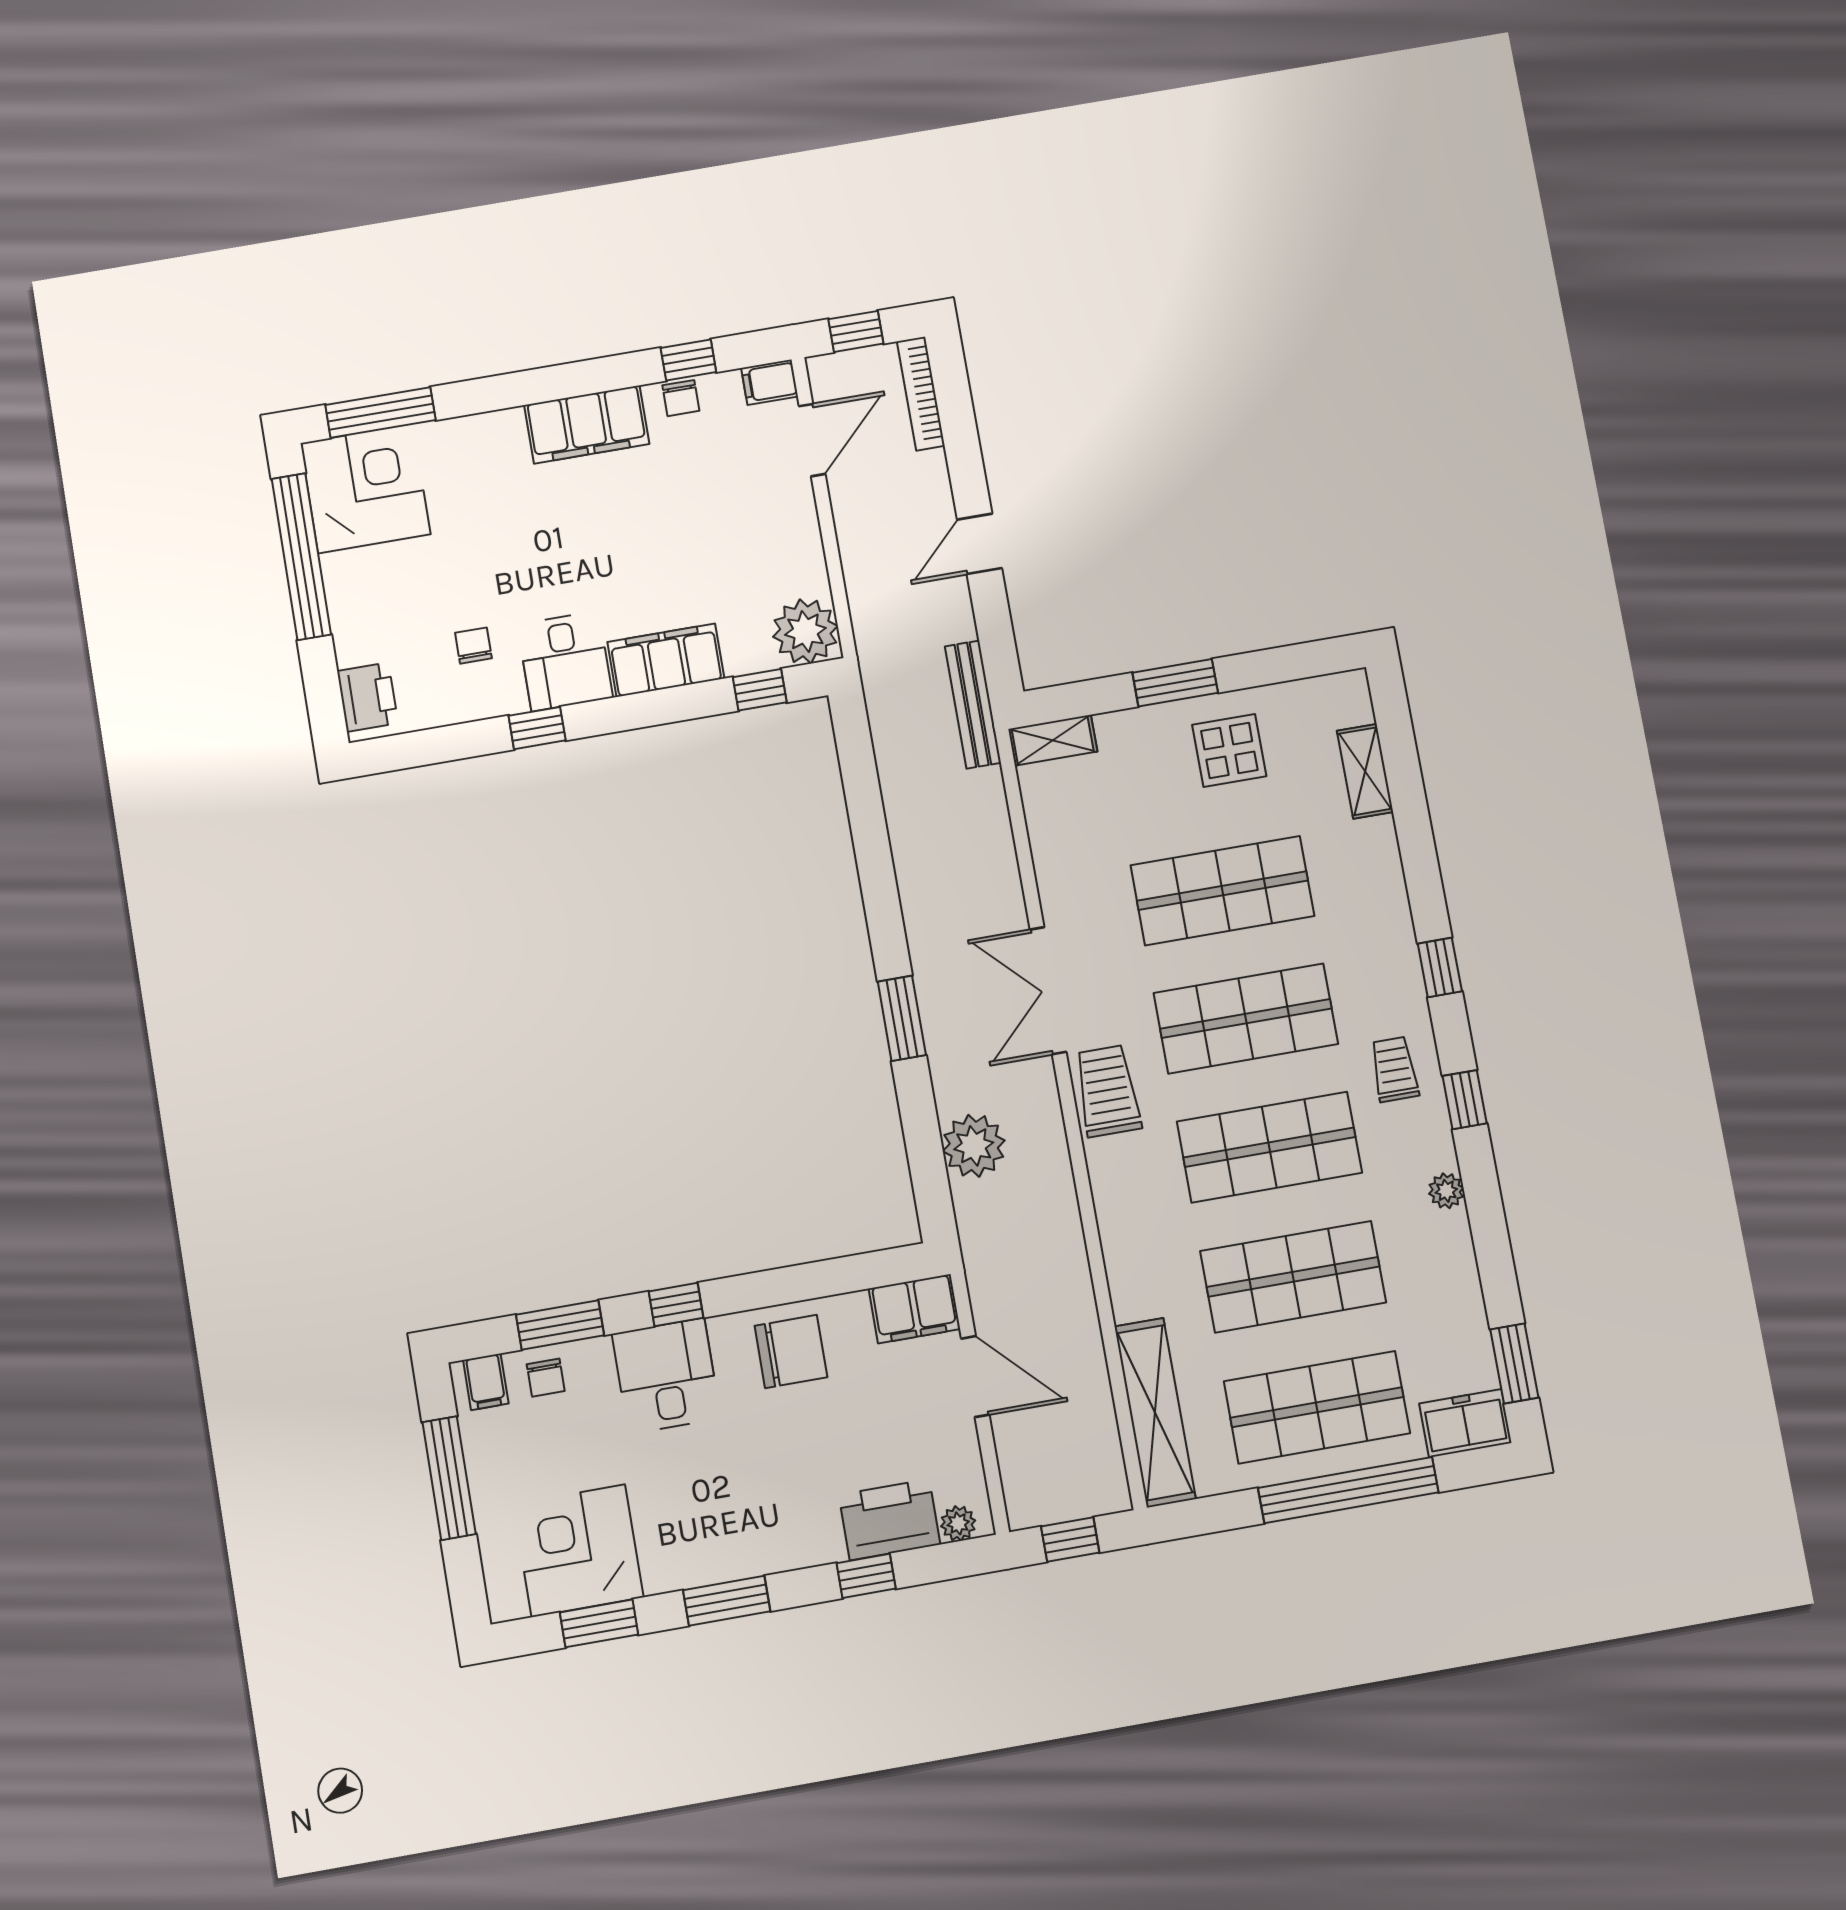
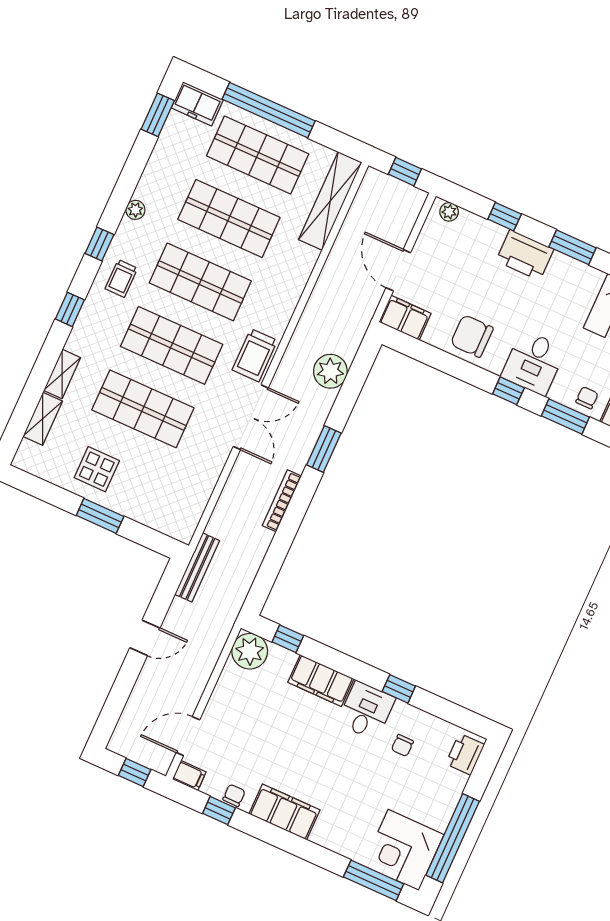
bookcase: (921, 394) -> (282, 501), moved, turned 180
shelving: (1053, 740) -> (62, 374), moved, turned 90
printer: (890, 1520) -> (525, 255), moved

